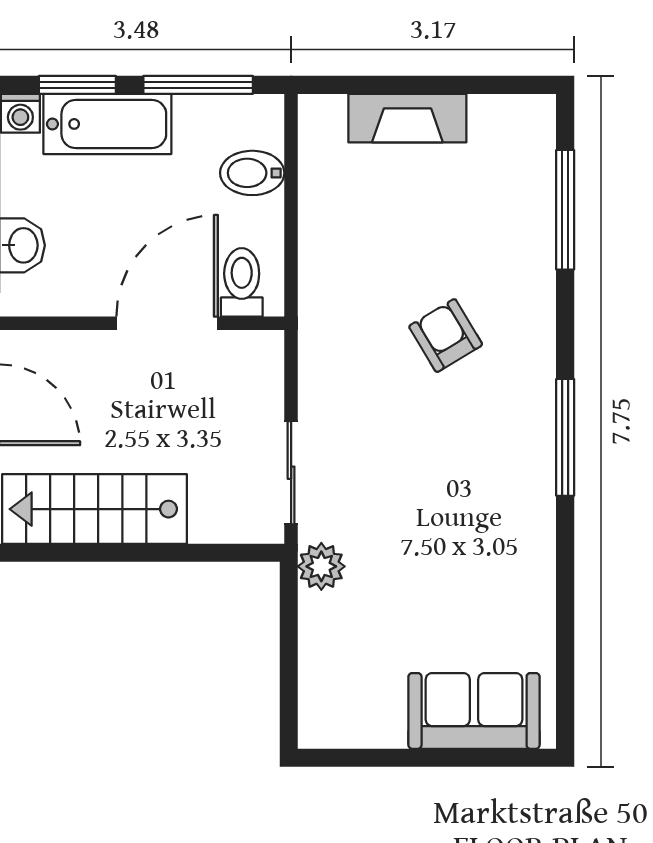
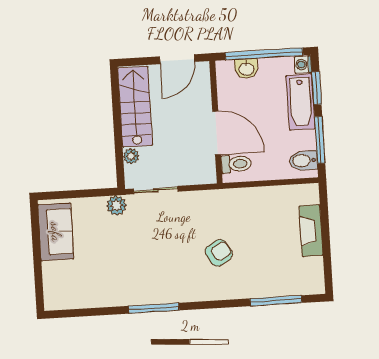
bidet: (252, 173) -> (303, 161), moved, turned -90
window: (565, 437) -> (154, 308), moved
plant: (209, 525) -> (131, 156), added
sofa: (474, 711) -> (56, 232), moved

